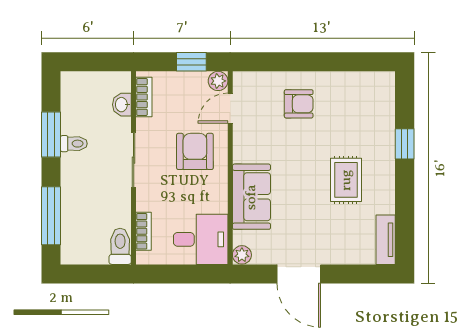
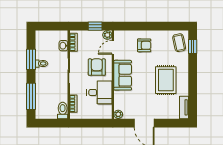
coffee table: (375, 98) -> (179, 43), added
window: (405, 144) -> (193, 47), moved
rug: (346, 180) -> (166, 80), width x1.36, depth x1.43
sofa: (251, 197) -> (123, 75), moved
desk: (201, 239) -> (99, 92), moved

